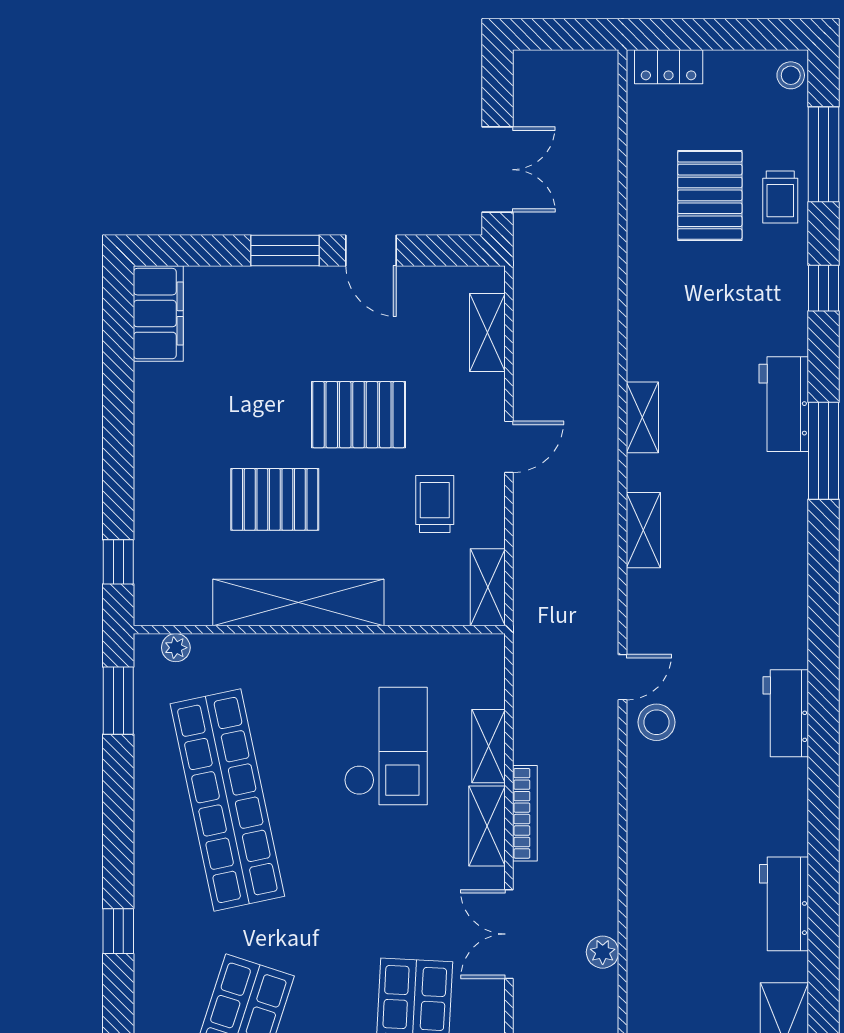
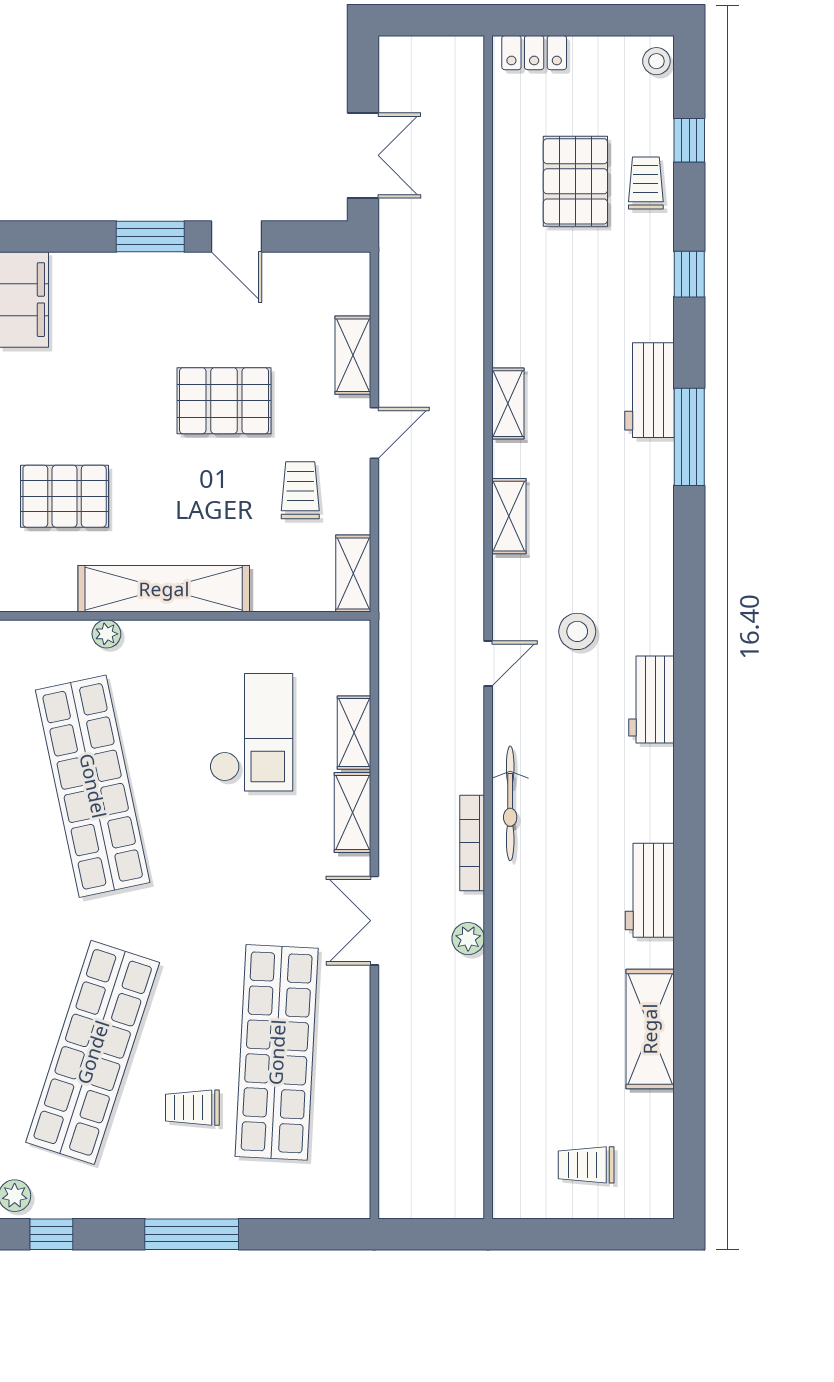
window: (823, 154) -> (689, 140), width x0.46
trolley: (780, 197) -> (646, 183), turned 180
shelving: (487, 332) -> (353, 355), moved
pallet: (275, 499) -> (65, 496), moved
plant: (176, 648) -> (106, 634), moved
stool: (657, 722) -> (577, 631), moved
bookcase: (525, 813) -> (472, 843), moved, turned 180
bicycle: (645, 817) -> (510, 803), added

